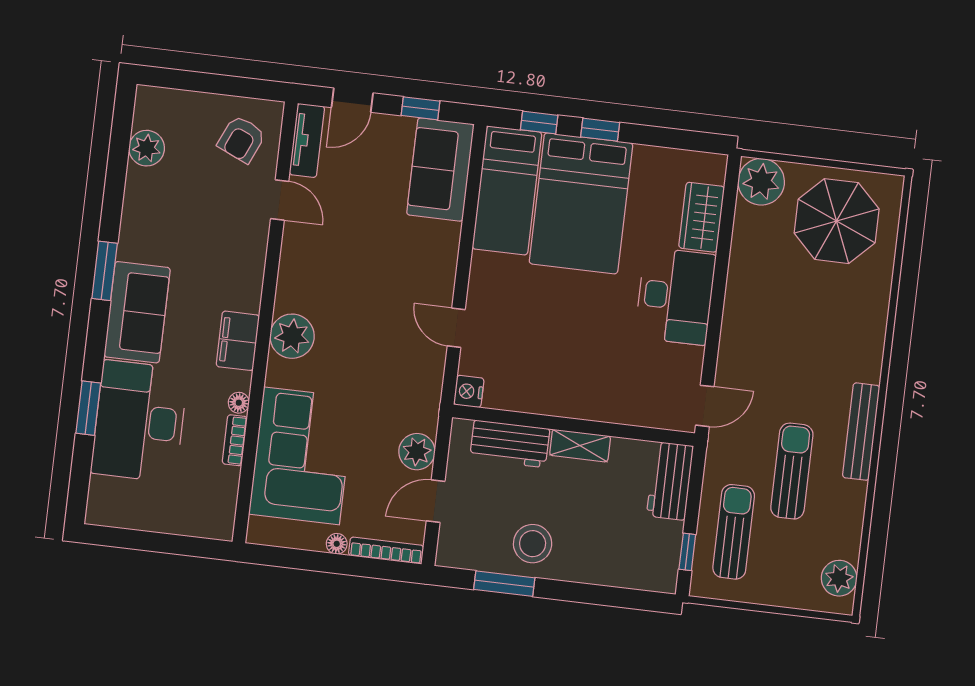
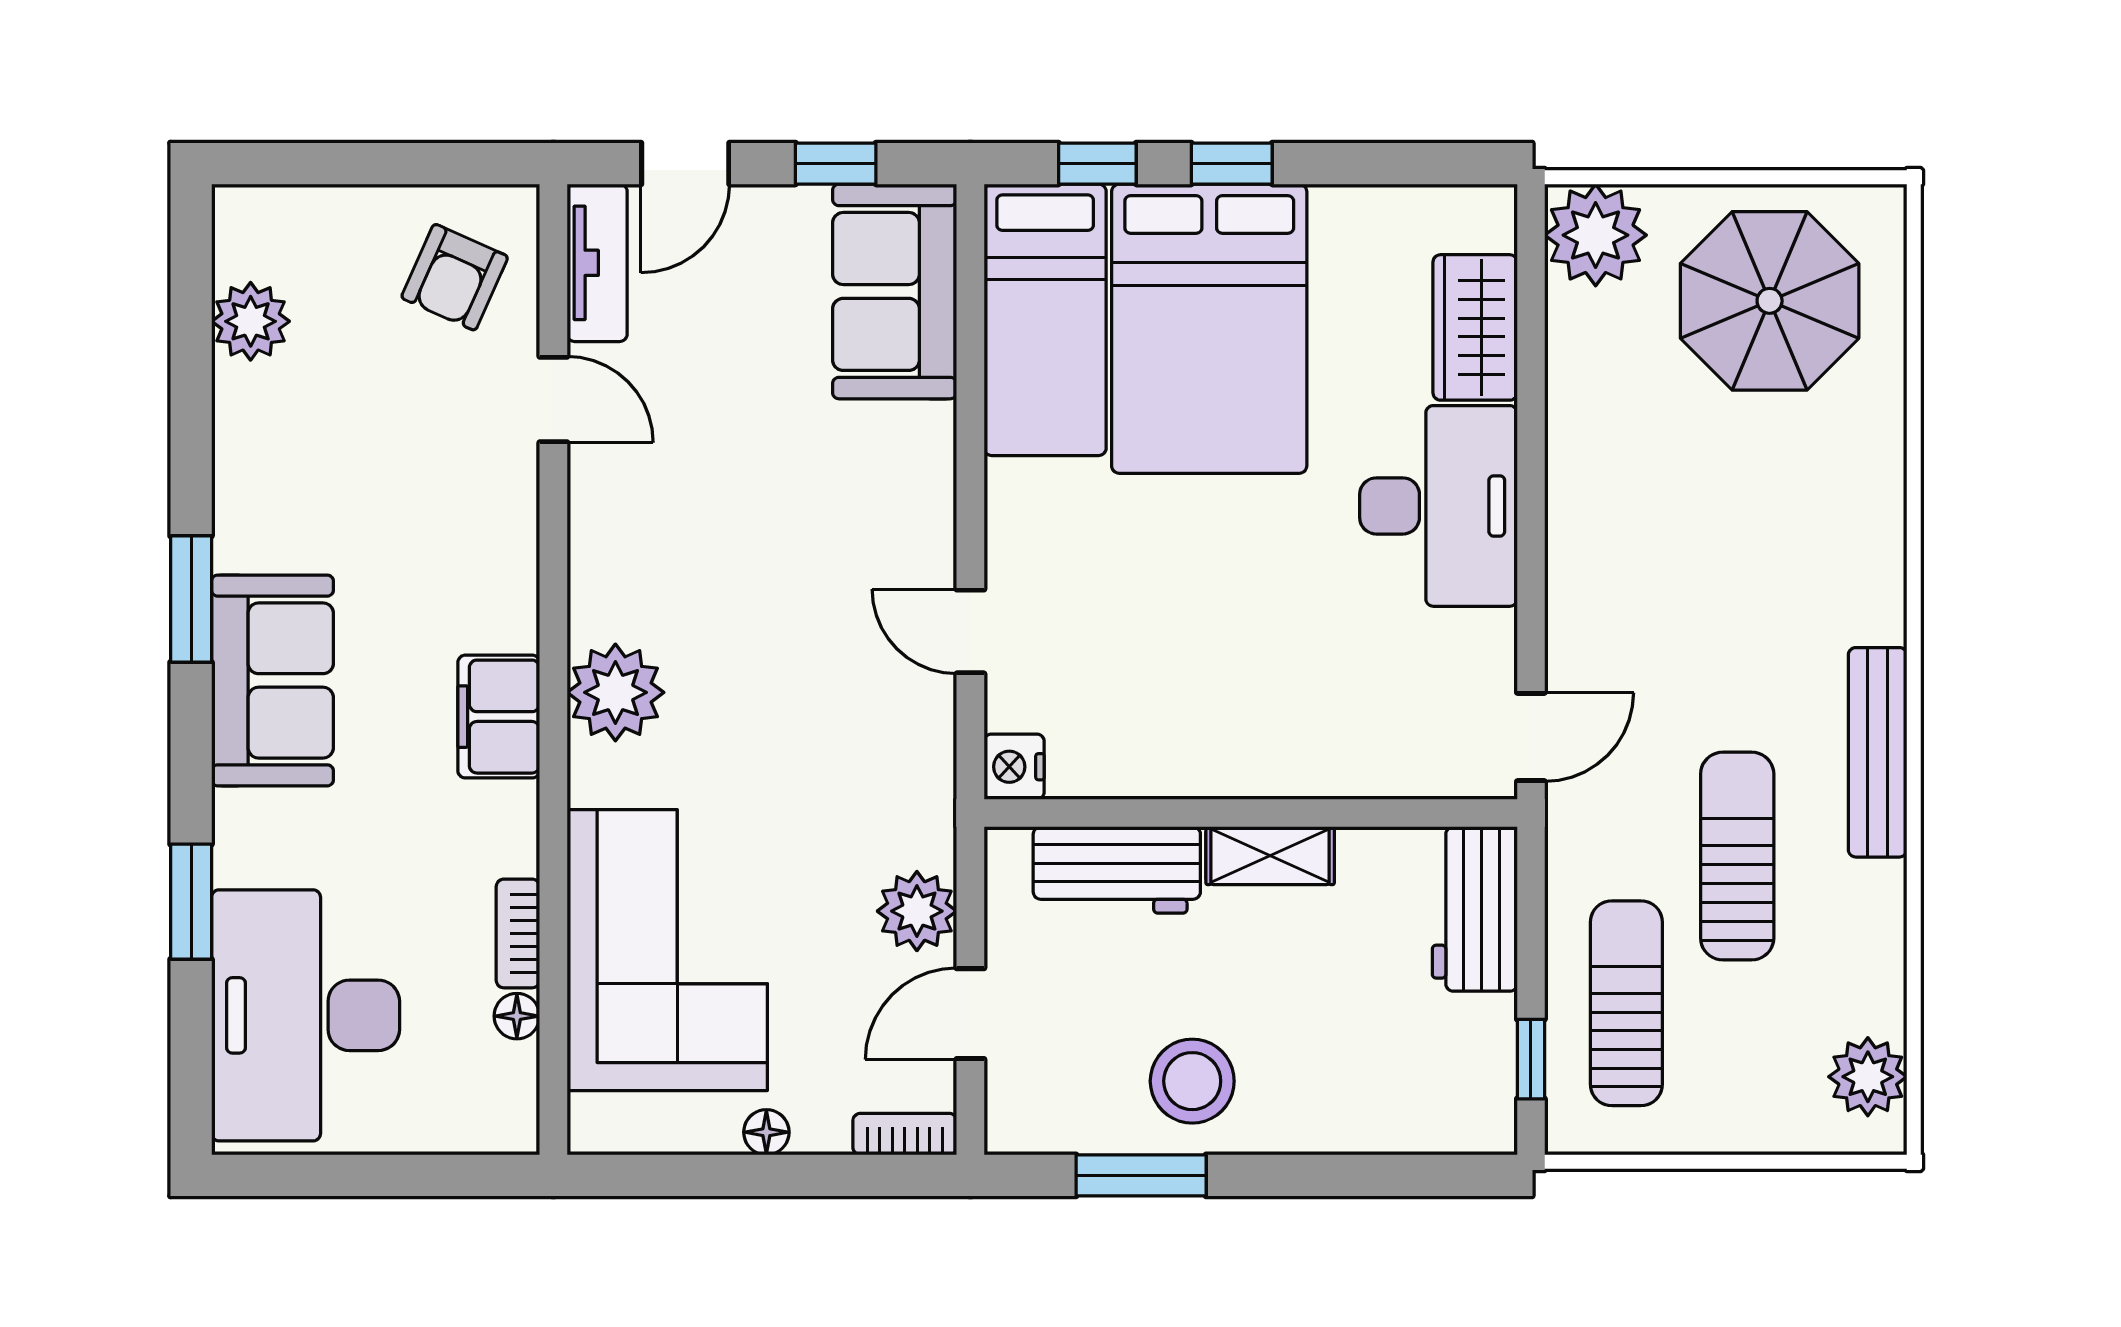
floor lamp: (239, 403) -> (517, 1016), moved
desk: (139, 421) -> (306, 1015), moved
bookcase: (386, 551) -> (905, 1134), width x0.64

